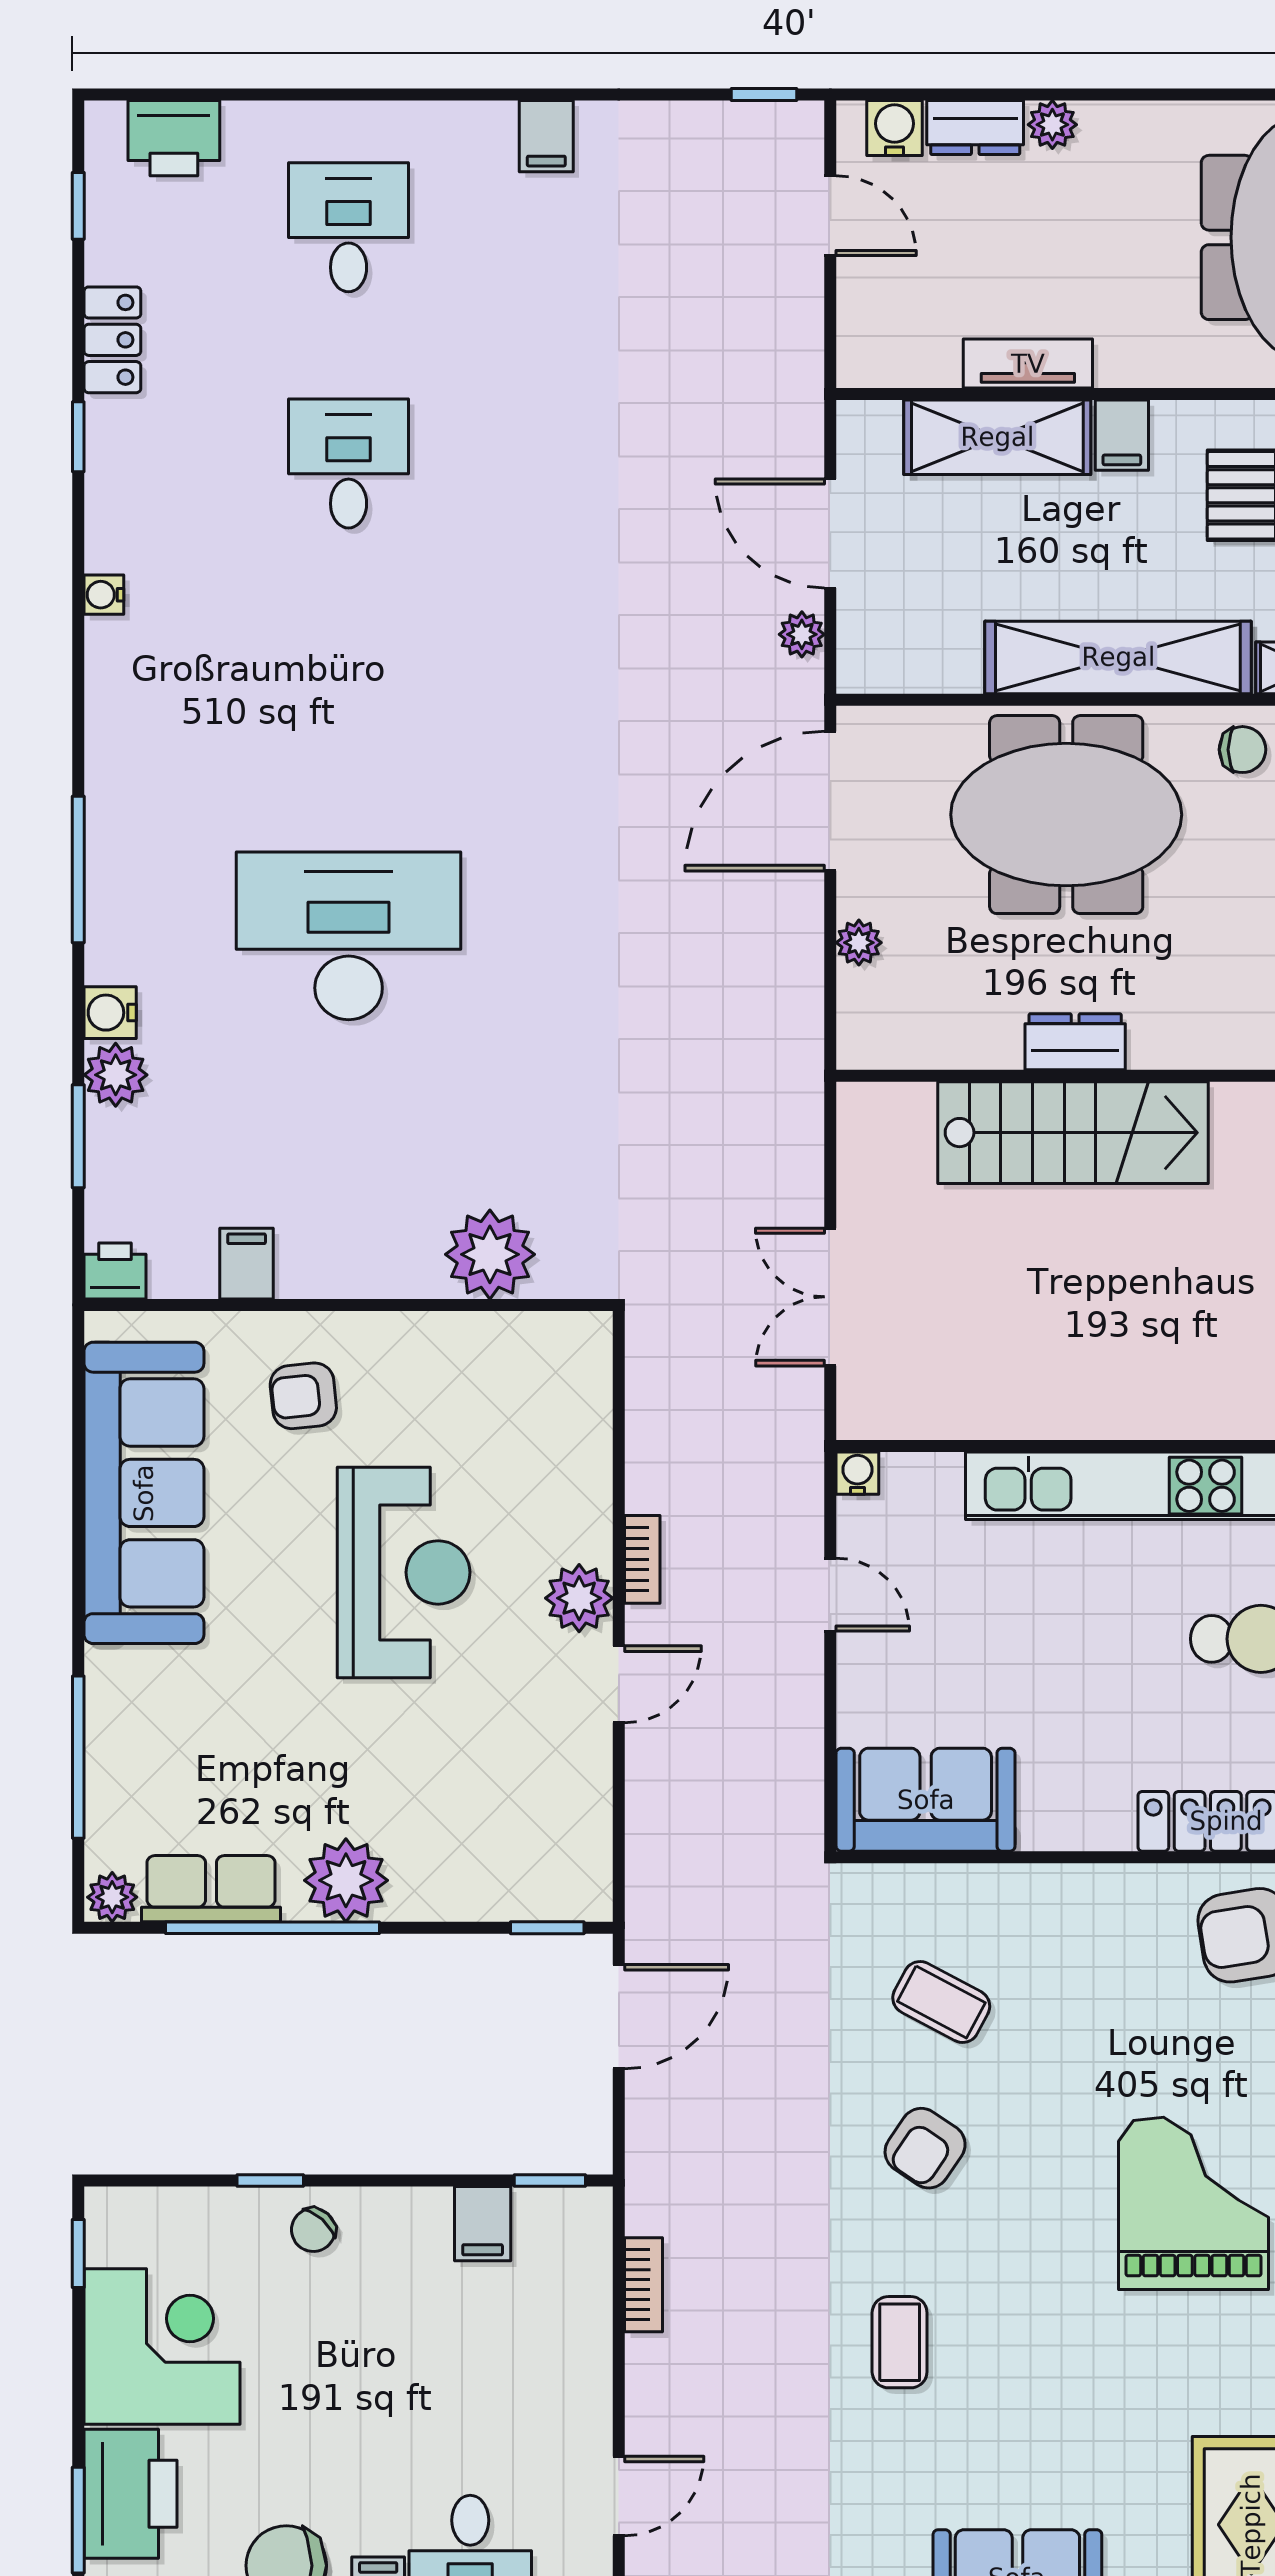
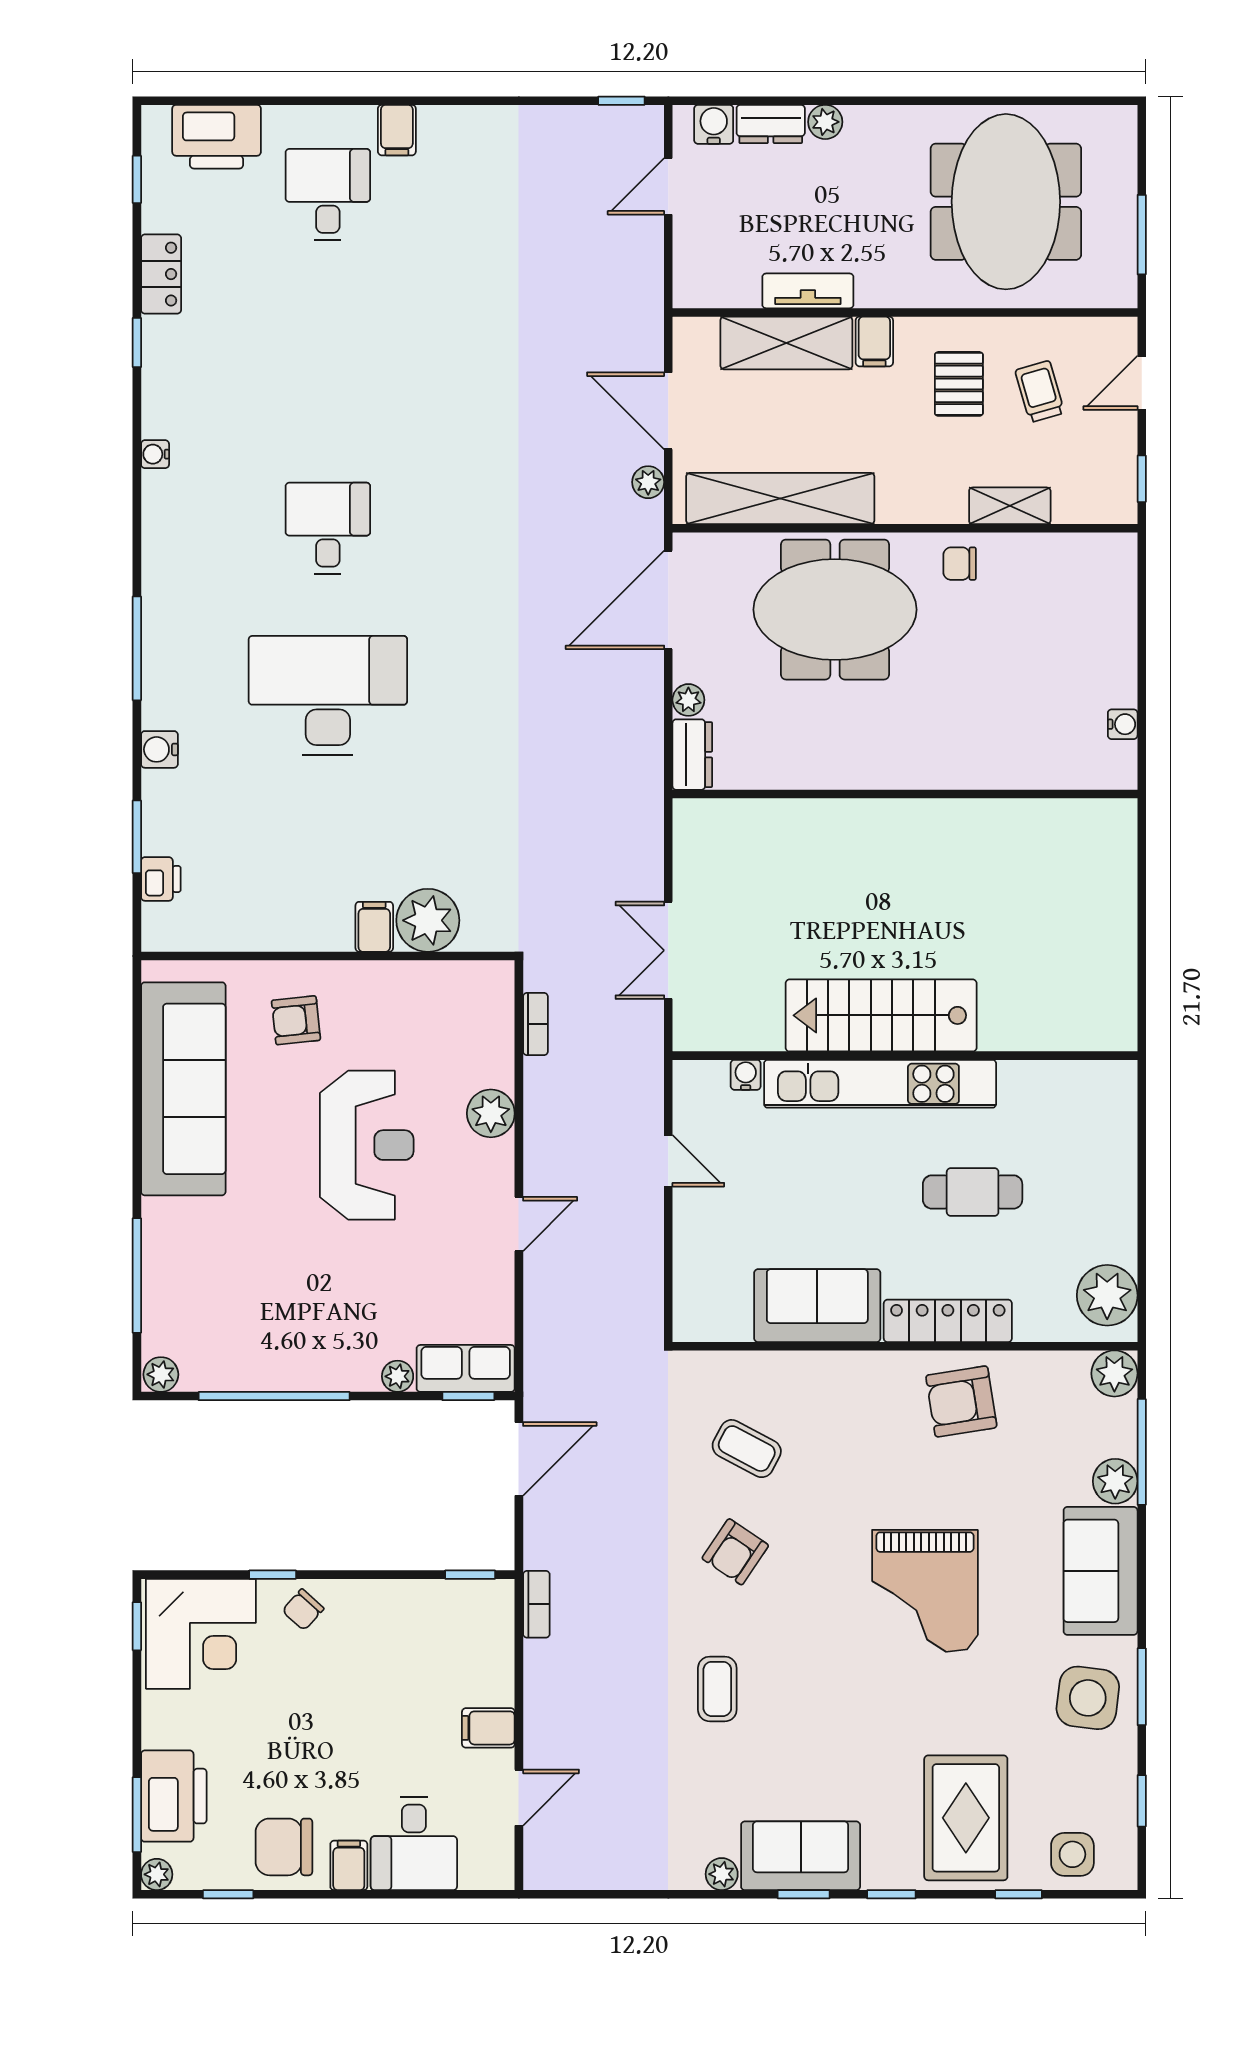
filing cabinet: (546, 136) -> (397, 130), moved
printer: (174, 138) -> (217, 137), width x1.37, depth x1.19
door: (830, 216) -> (668, 186), swing flipped
desk: (349, 463) -> (328, 528), moved
shelving: (1118, 657) -> (780, 498), moved
chair: (1243, 750) -> (960, 564), turned 180
dresser: (1075, 1042) -> (692, 755), moved, turned 90
plant: (116, 1075) -> (163, 793), removed
stairs: (1073, 1133) -> (881, 1015), moved, turned 180
filing cabinet: (247, 1264) -> (374, 927), moved
printer: (115, 1271) -> (161, 879), moved, turned 90
water cooler: (857, 1473) -> (746, 1075), moved
bookcase: (642, 1559) -> (535, 1024), moved
plant: (579, 1598) -> (491, 1113), moved
sofa: (926, 1800) -> (817, 1306), moved
plant: (346, 1880) -> (398, 1376), moved, width x0.53, depth x0.53
row of seats: (211, 1889) -> (466, 1368), moved
grand piano: (1194, 2203) -> (925, 1591), turned 180
filing cabinet: (483, 2224) -> (488, 1728), moved, turned 90
bookcase: (644, 2285) -> (536, 1604), moved
corner desk: (162, 2347) -> (201, 1634), moved, turned 90

